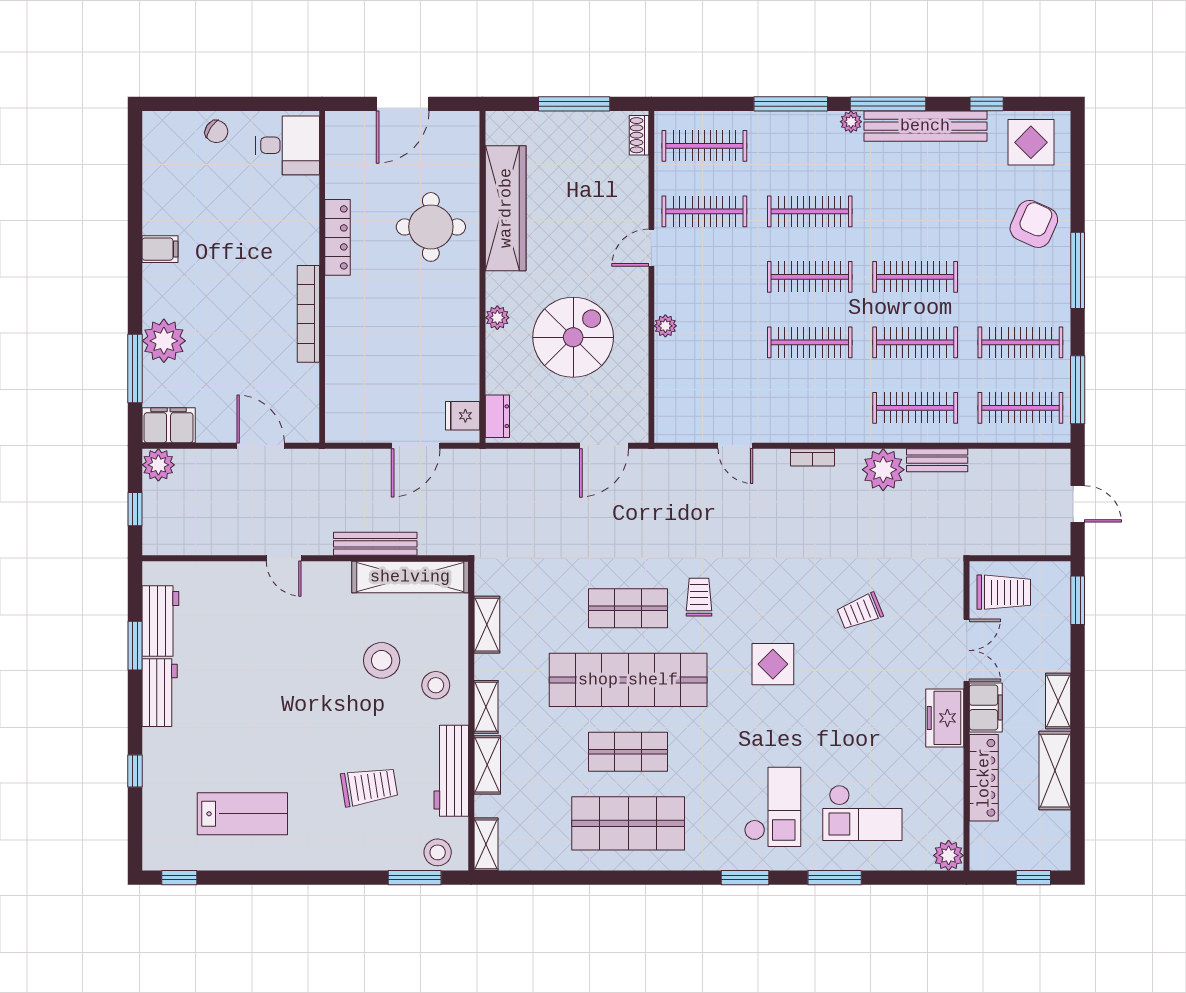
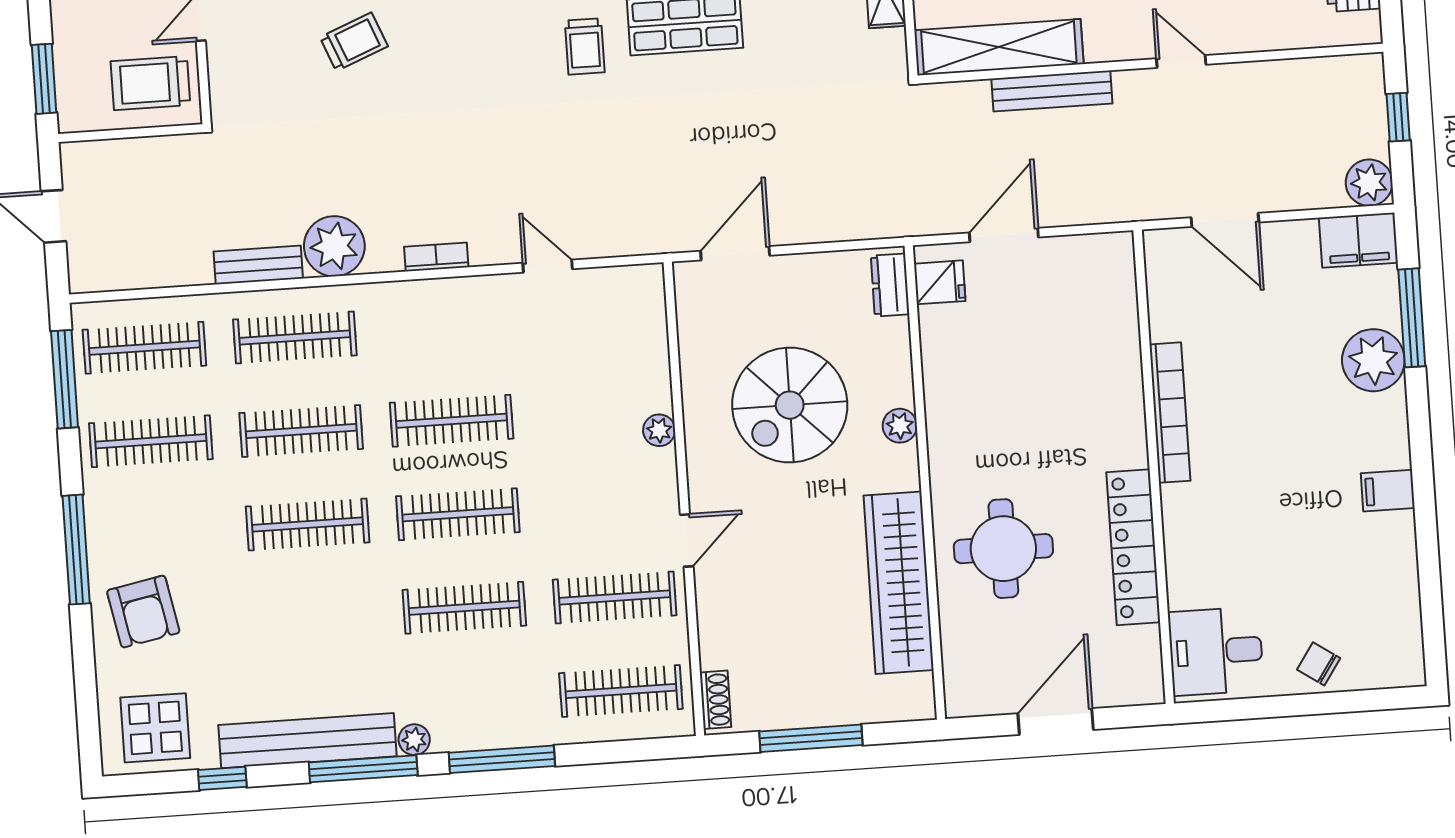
armchair: (1034, 224) -> (143, 612), turned -35
locker: (338, 237) -> (1133, 547), width x1.41, depth x1.21

